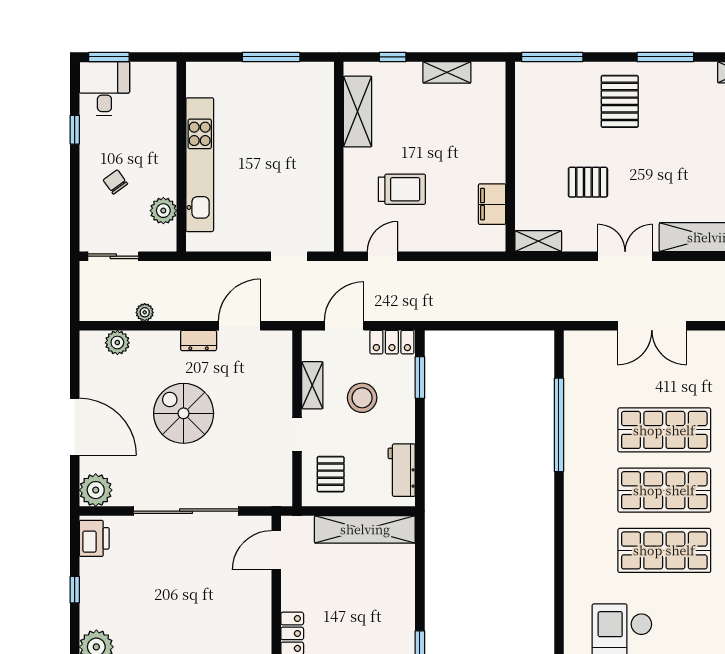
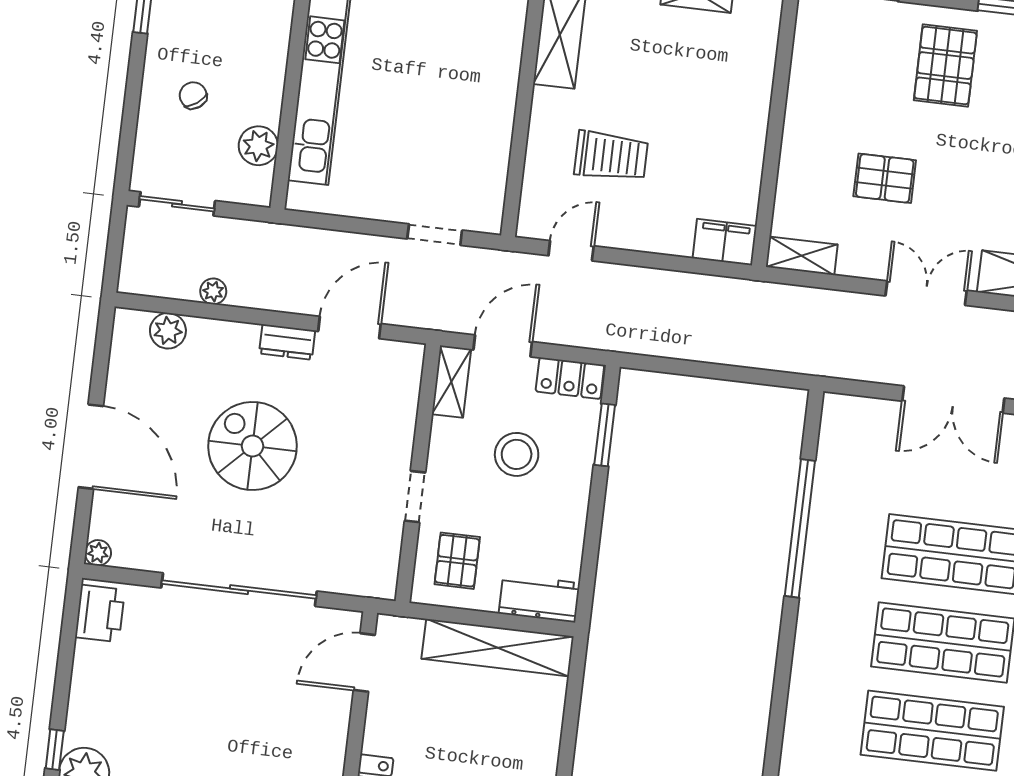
filing cabinet: (492, 204) -> (725, 242), moved, turned 90
shelving: (312, 385) -> (451, 382), moved
workbench: (402, 470) -> (539, 598), moved, turned 90
plant: (96, 490) -> (98, 553), width x0.53, depth x0.53
window: (75, 590) -> (55, 750), moved

